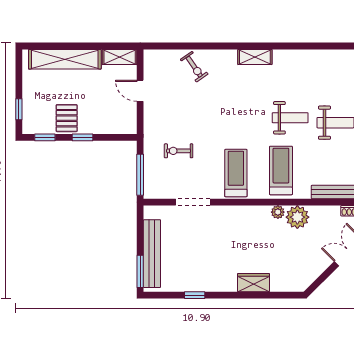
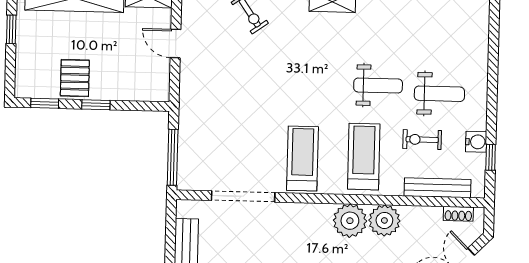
window: (19, 109) -> (11, 29), moved
exercise bike: (179, 151) -> (422, 140), moved
doorway: (193, 202) -> (243, 196), width x1.36
plant: (278, 212) -> (350, 221), width x1.88, depth x1.88

